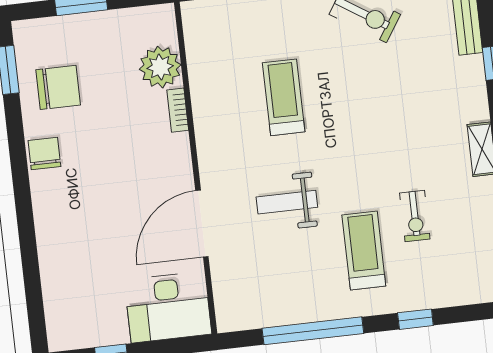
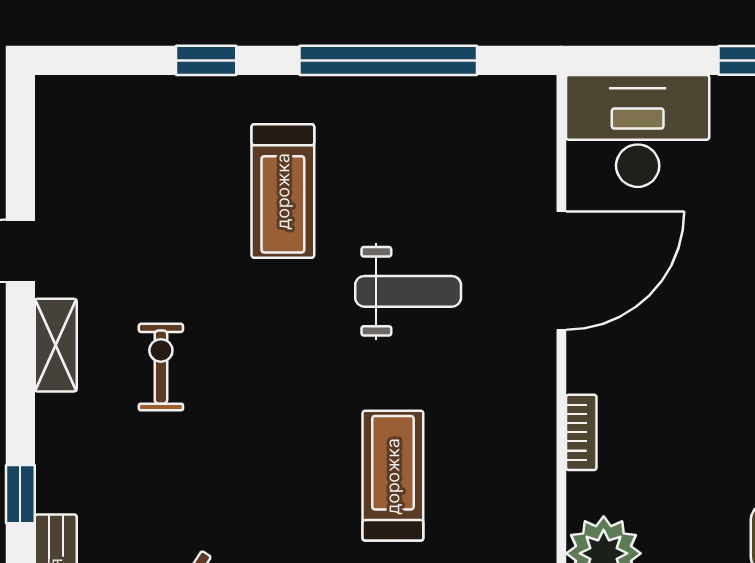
treadmill: (284, 97) -> (393, 476), turned 180
bookcase: (178, 110) -> (581, 432), moved
exercise bike: (415, 216) -> (161, 367), moved

